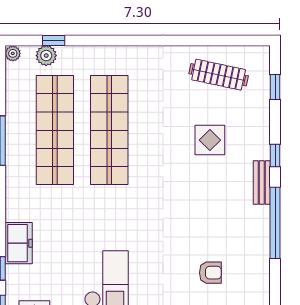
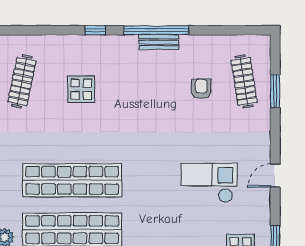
window: (275, 87) -> (33, 30), removed
bench: (262, 183) -> (159, 42), moved

